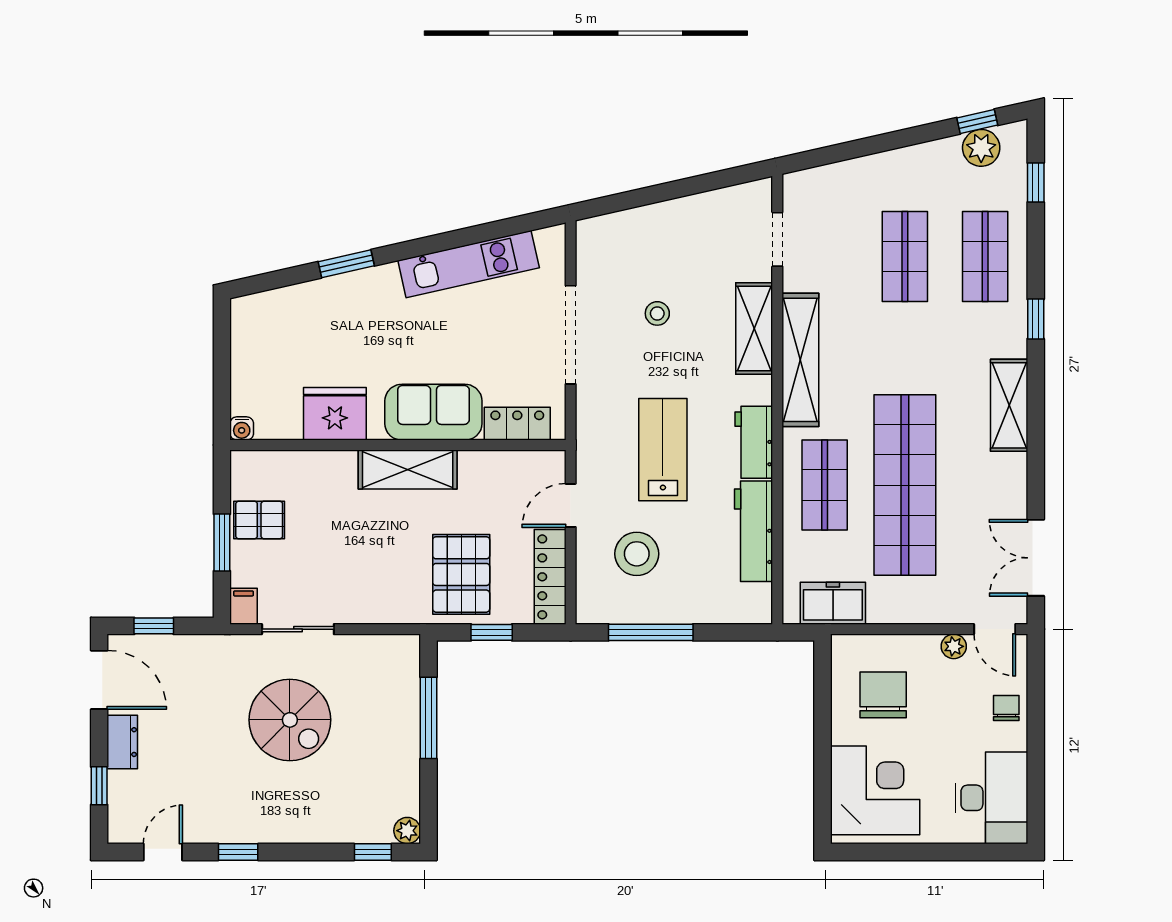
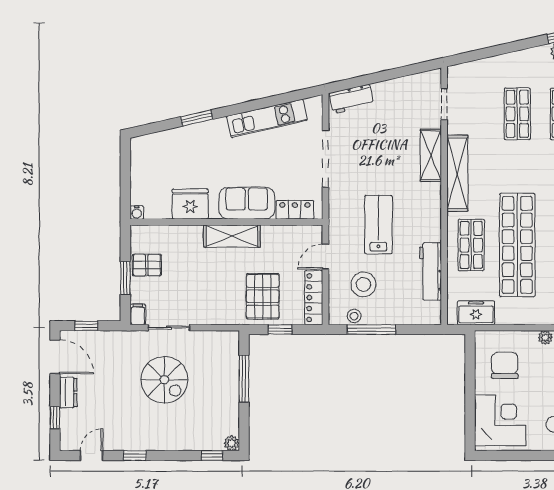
stool: (657, 313) -> (354, 316), moved
workbench: (754, 442) -> (351, 99), moved, turned -103

